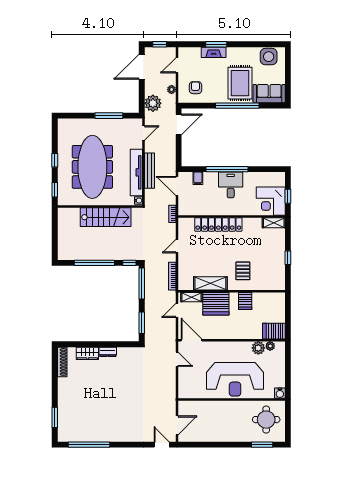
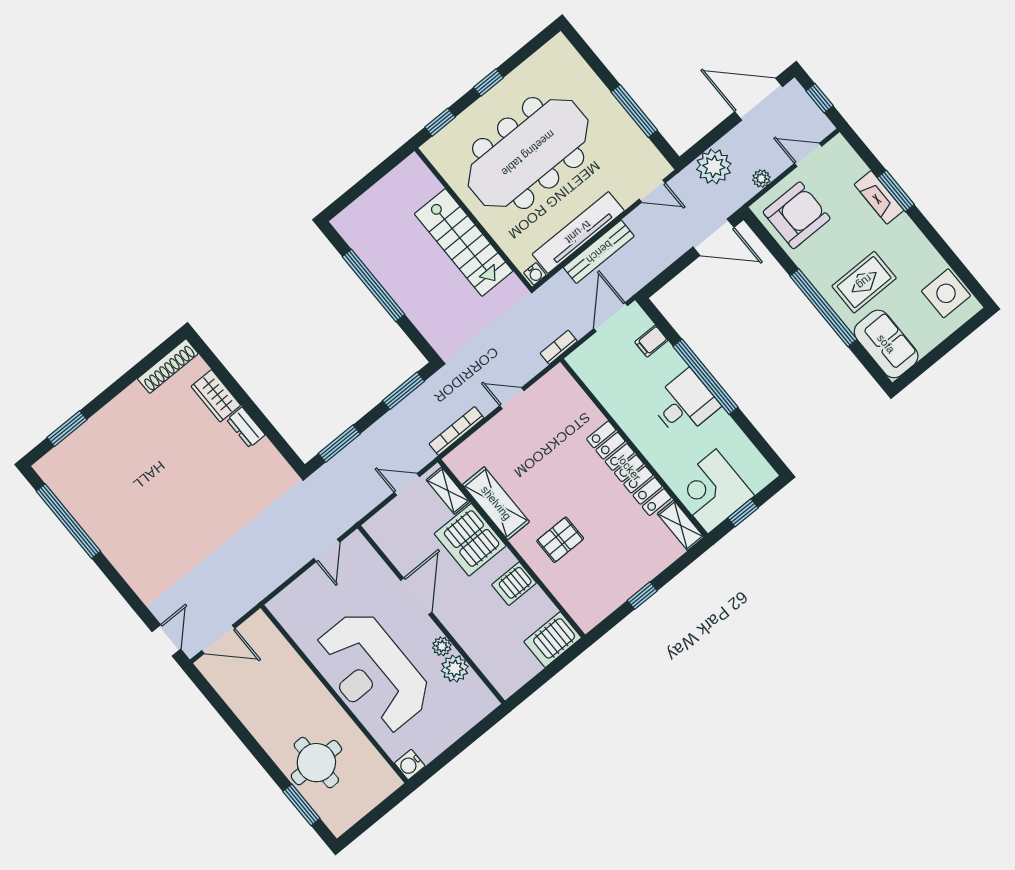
rug: (240, 83) -> (864, 282), width x0.73, depth x0.70
armchair: (195, 88) -> (797, 215), width x1.88, depth x1.88
locker: (218, 224) -> (629, 468), moved
window: (129, 263) -> (421, 343), removed
window: (142, 283) -> (404, 391), width x0.69
server rack: (274, 331) -> (553, 640), moved, turned -90
door: (192, 340) -> (416, 596), moved
plant: (270, 346) -> (442, 646), moved
round table: (266, 420) -> (316, 763), moved

